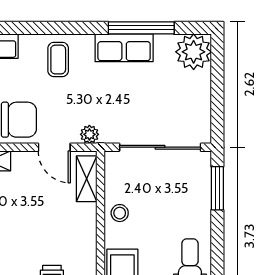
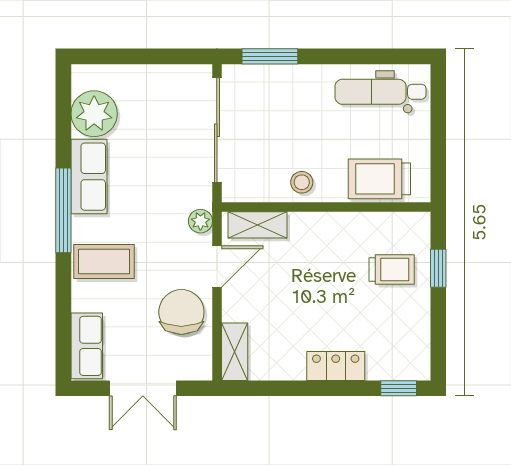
window: (141, 28) -> (63, 210), moved
plant: (194, 52) -> (94, 114), moved
coffee table: (58, 59) -> (104, 262), width x1.36, depth x1.30

